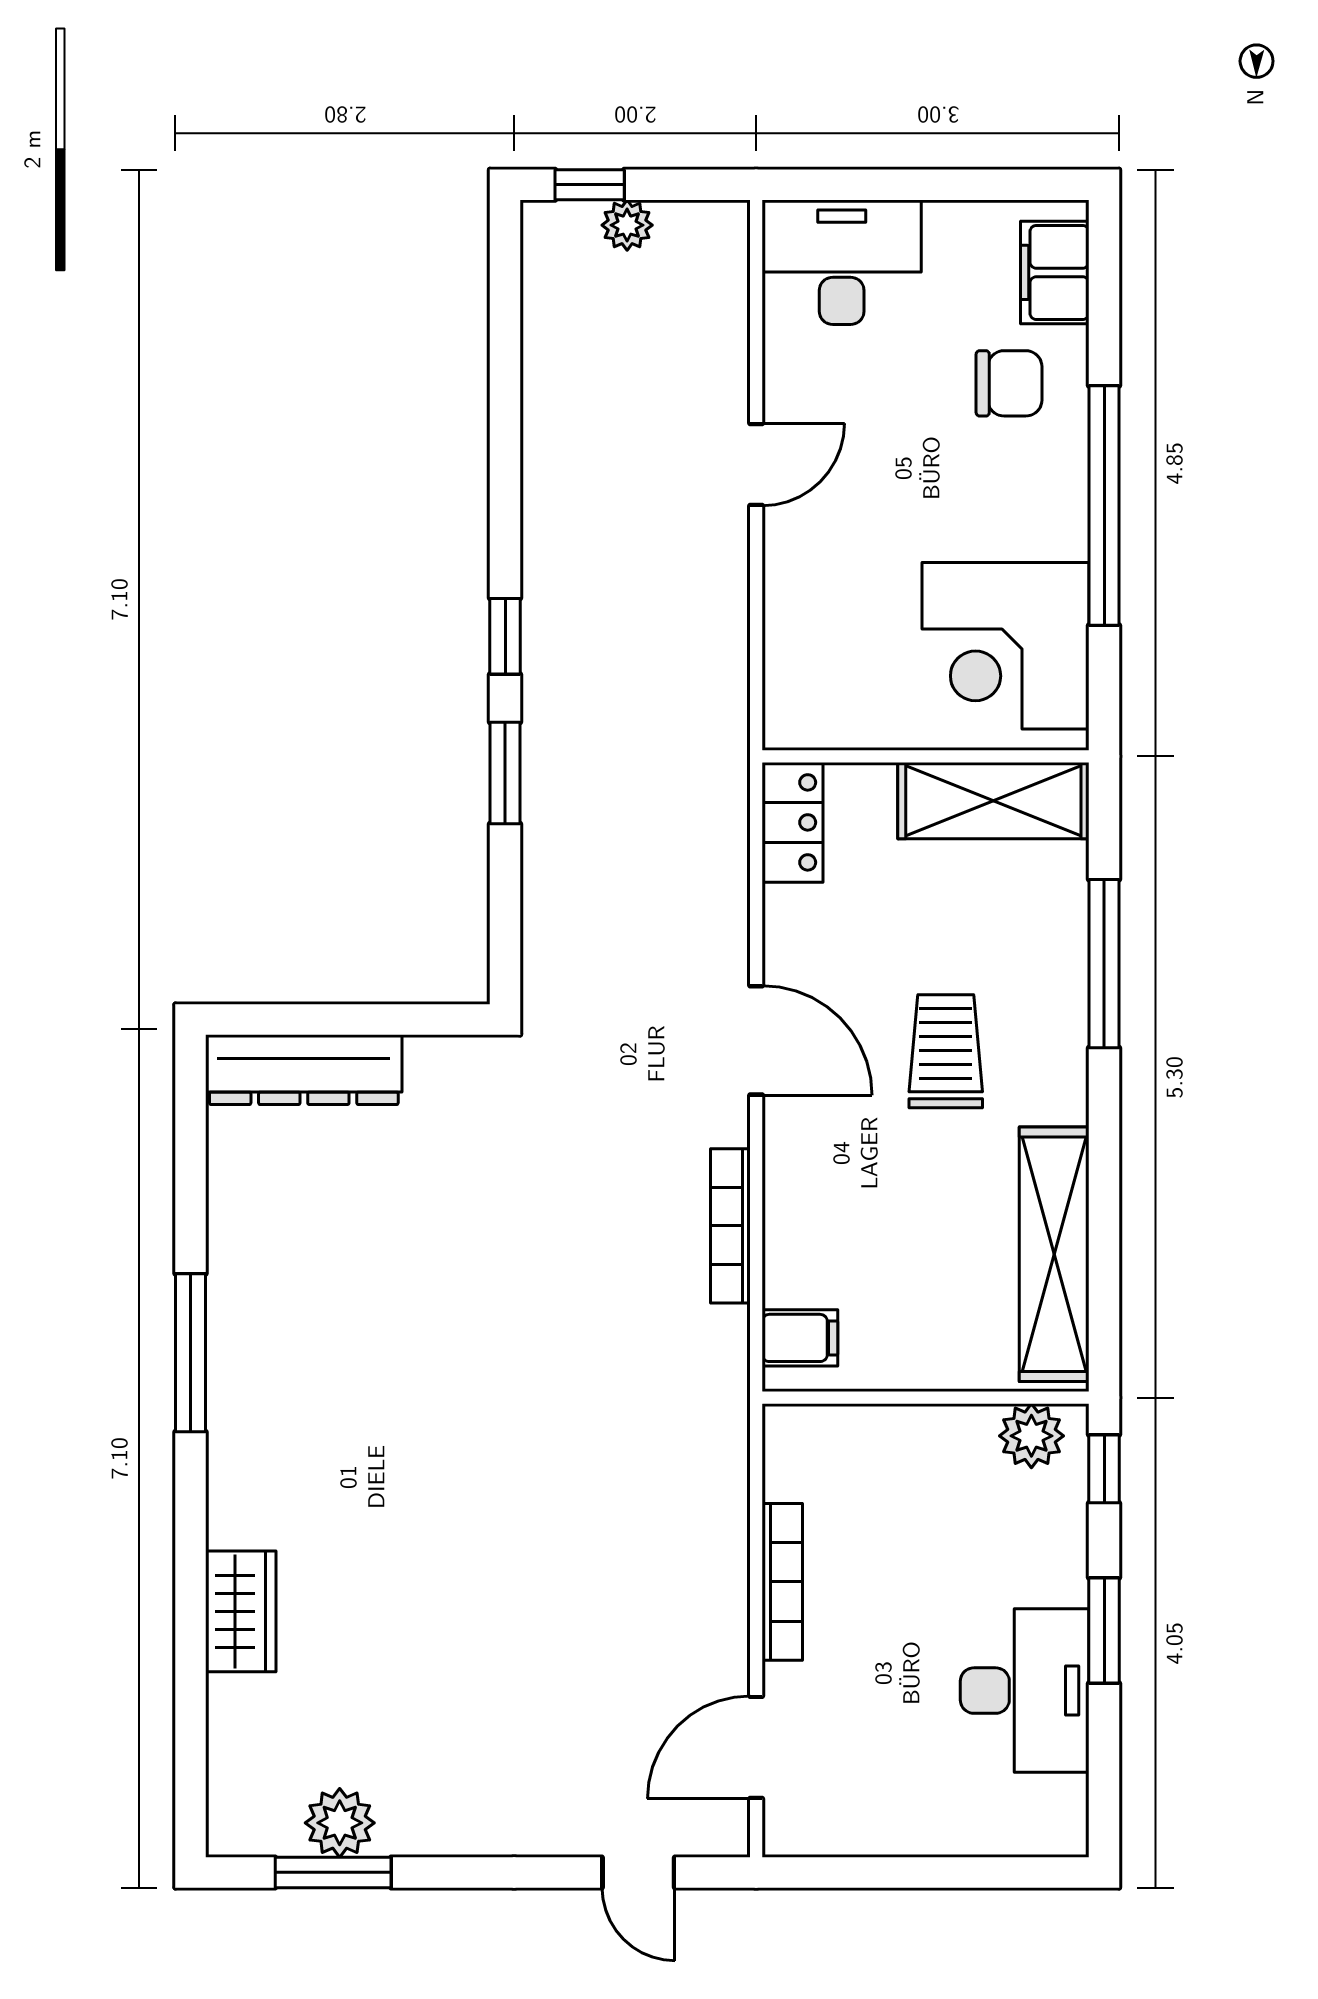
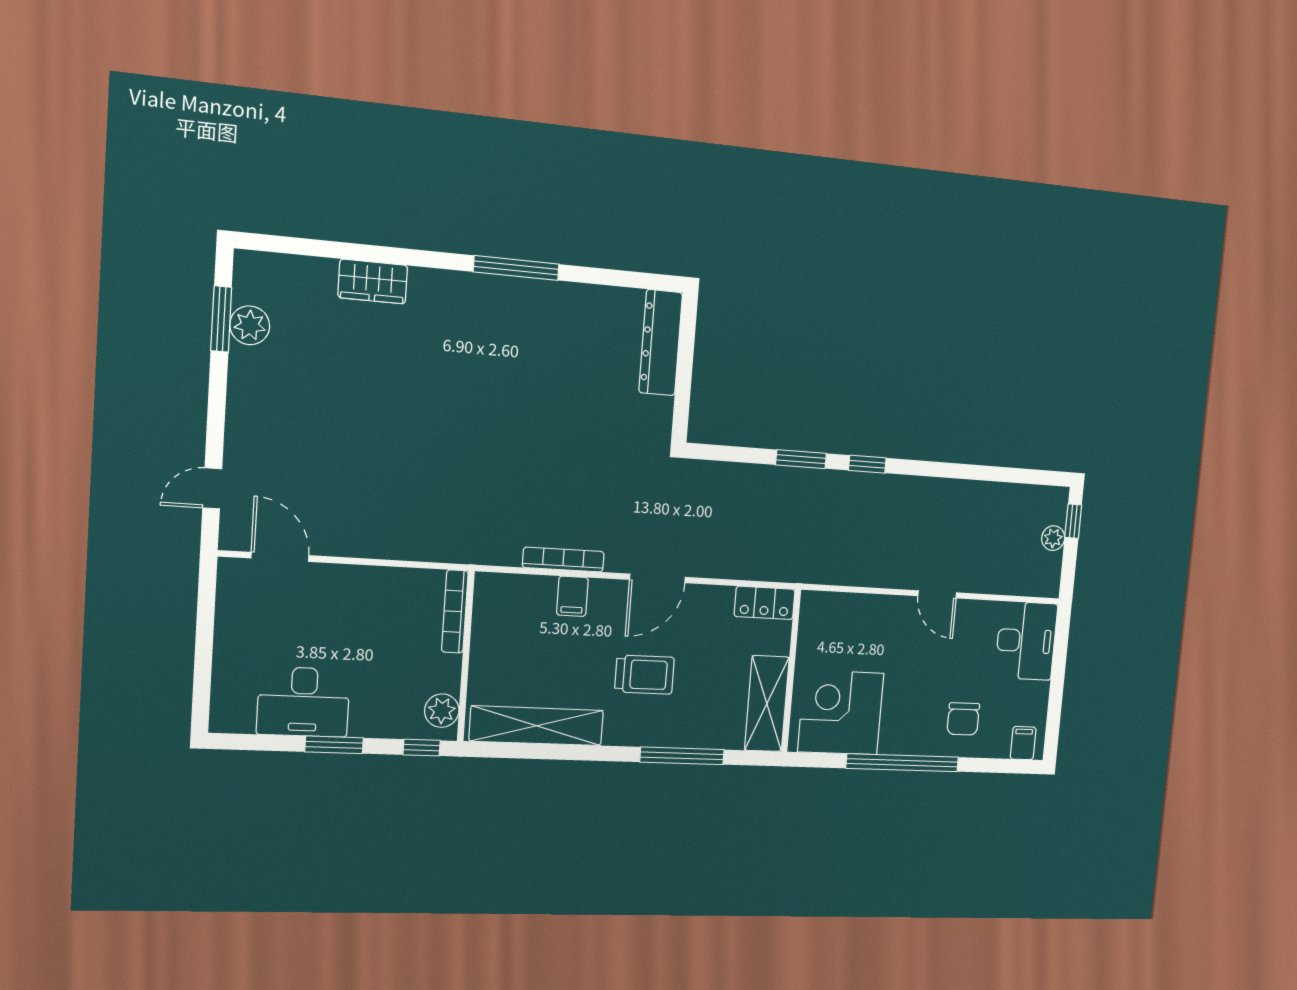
filing cabinet: (1055, 272) -> (1023, 743), width x0.50
filing cabinet: (800, 1338) -> (572, 596), moved
bookcase: (782, 1582) -> (455, 611), moved, turned 90

